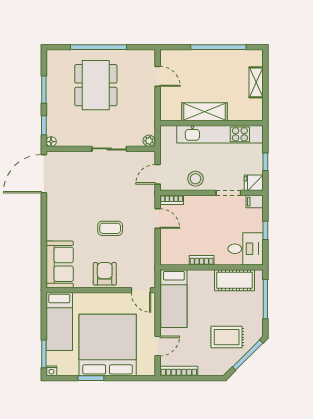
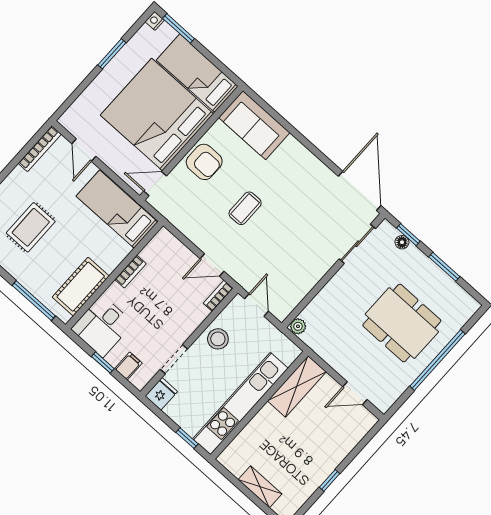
window: (218, 47) -> (329, 480), width x0.32
shelving: (205, 112) -> (297, 386), moved
floor lamp: (51, 142) -> (402, 242), moved
sliding door: (109, 149) -> (357, 244), moved
window: (265, 162) -> (187, 438), moved
filing cabinet: (255, 202) -> (128, 366), moved
bed: (108, 345) -> (157, 114), moved, turned 180

